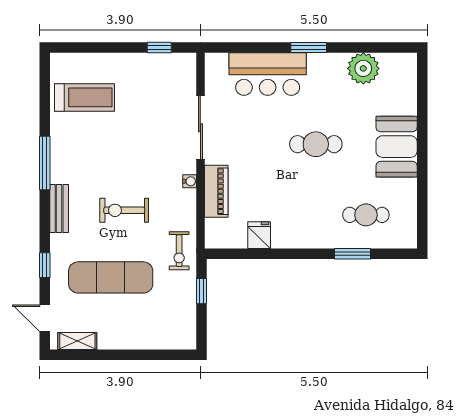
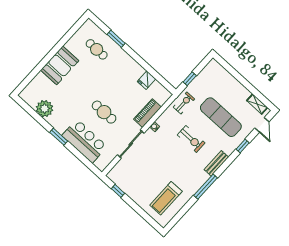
treadmill: (84, 97) -> (166, 198), turned -90
cafe table: (316, 144) -> (104, 112), moved

